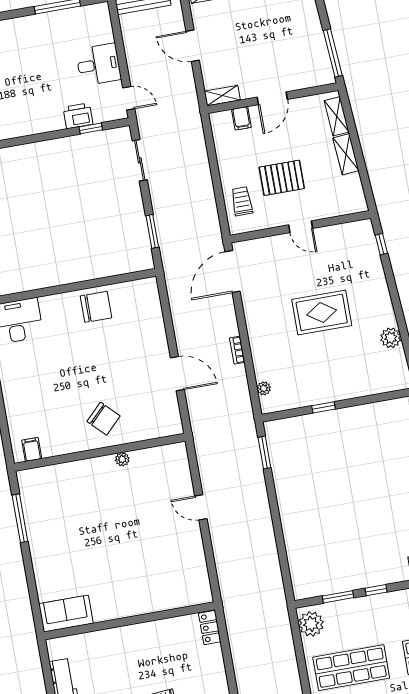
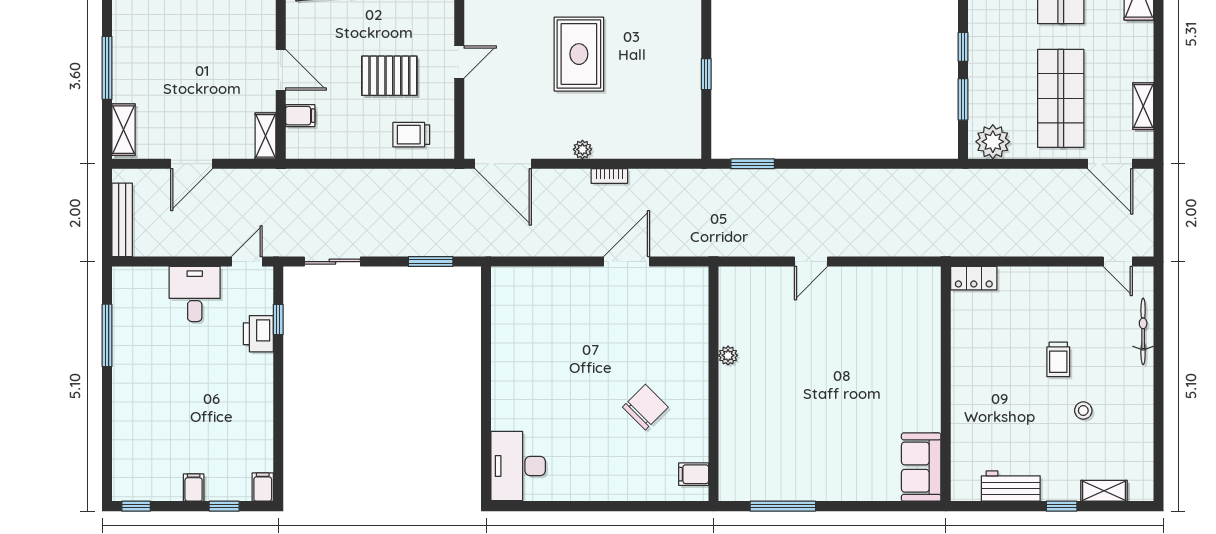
pallet: (282, 178) -> (389, 76), turned 90
chair: (96, 307) -> (518, 355), removed
plant: (264, 388) -> (582, 149), moved
chair: (104, 419) -> (645, 407), moved

